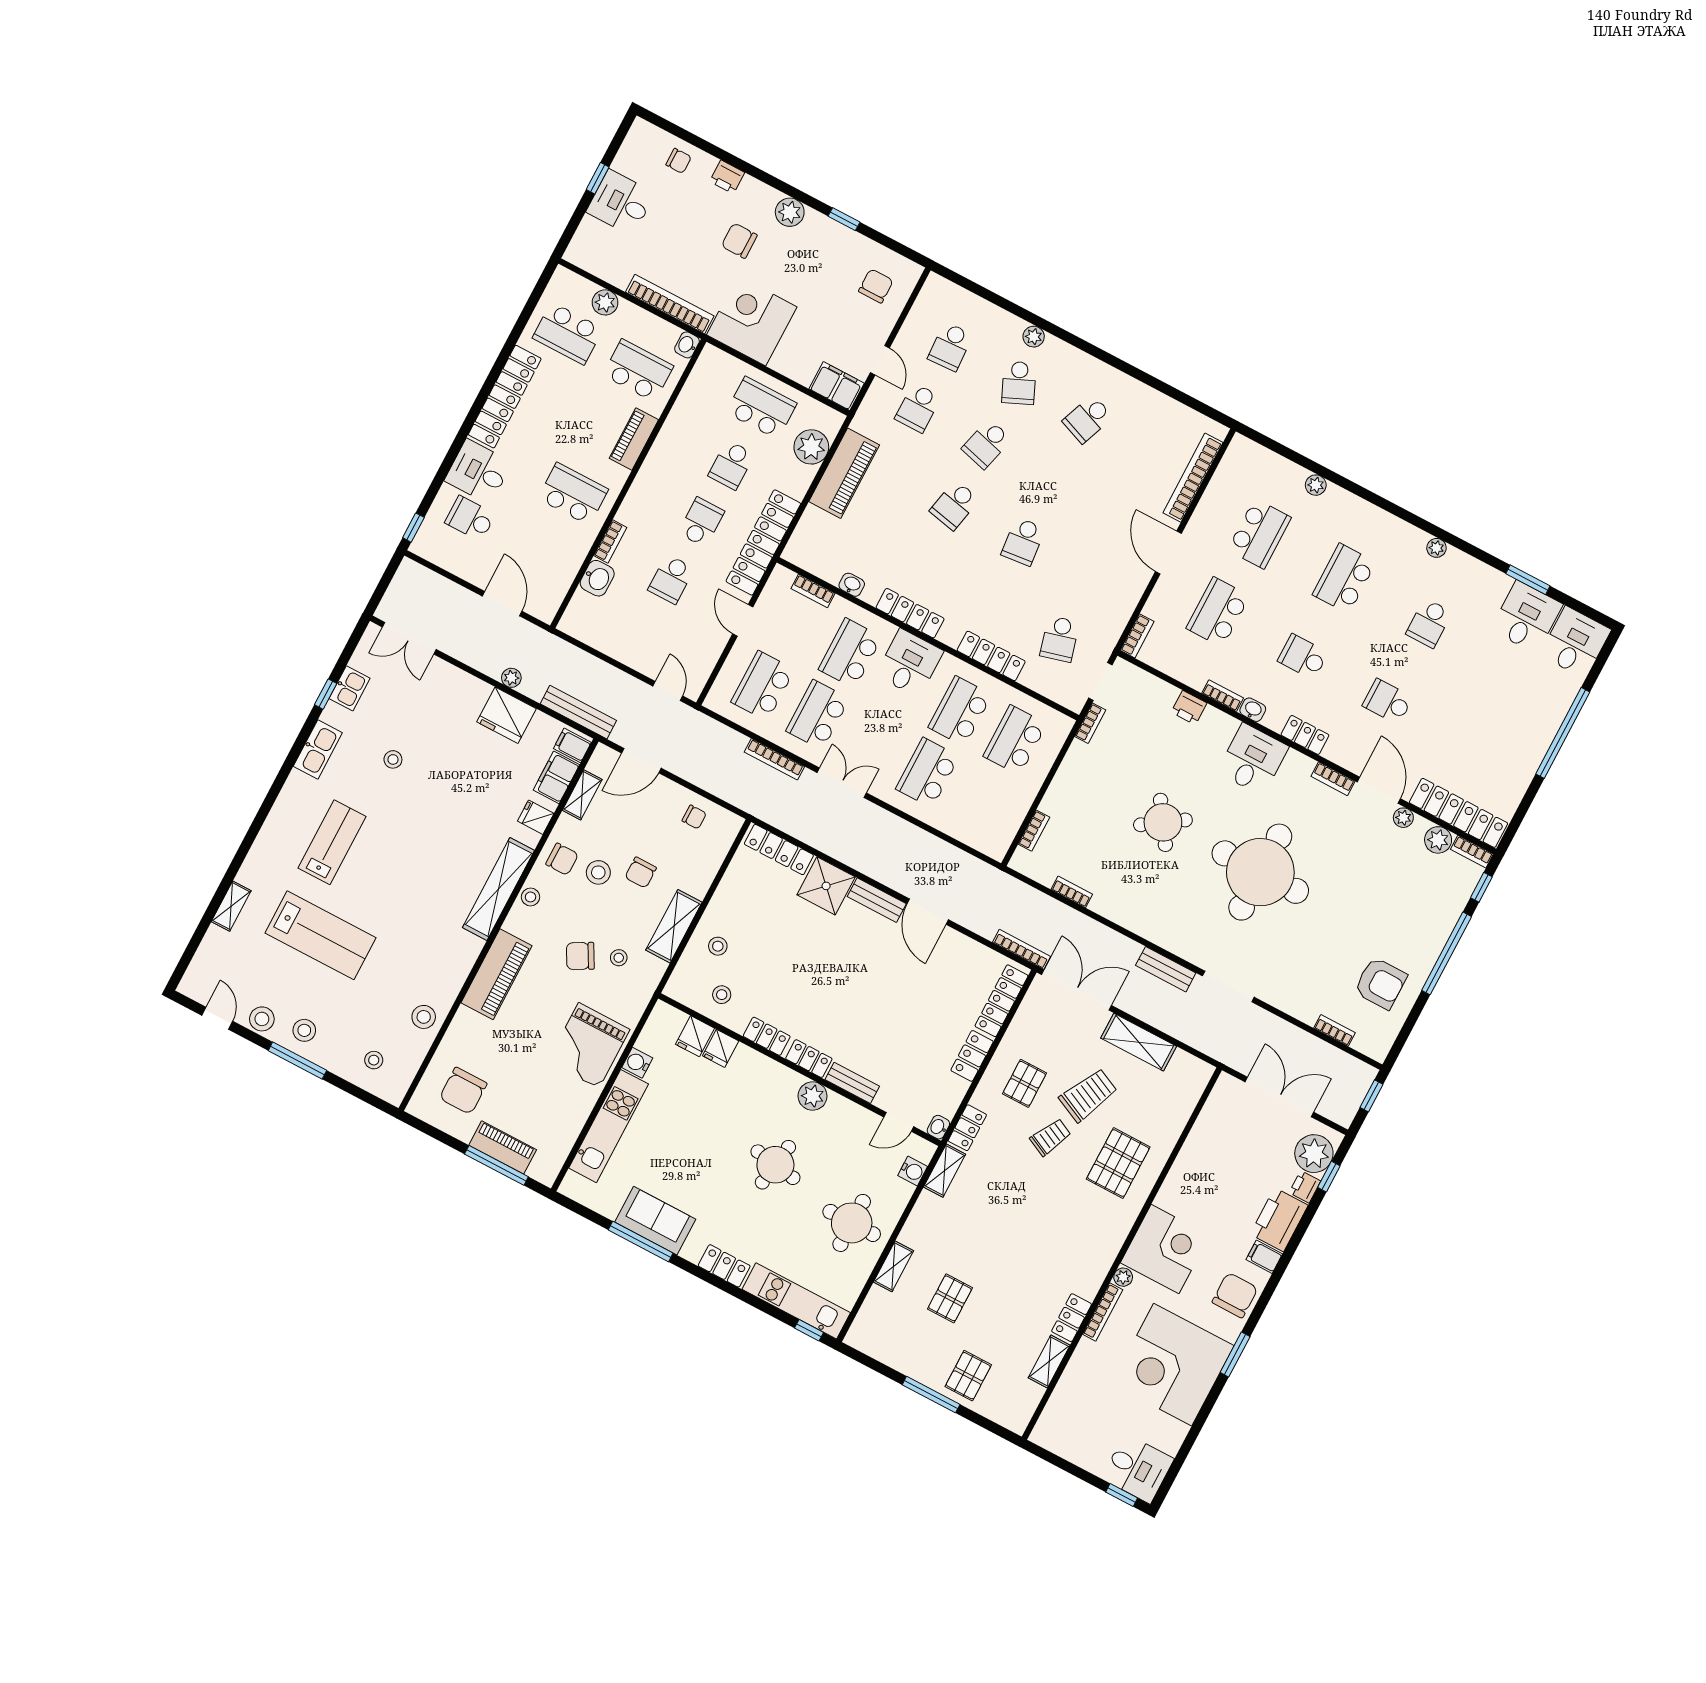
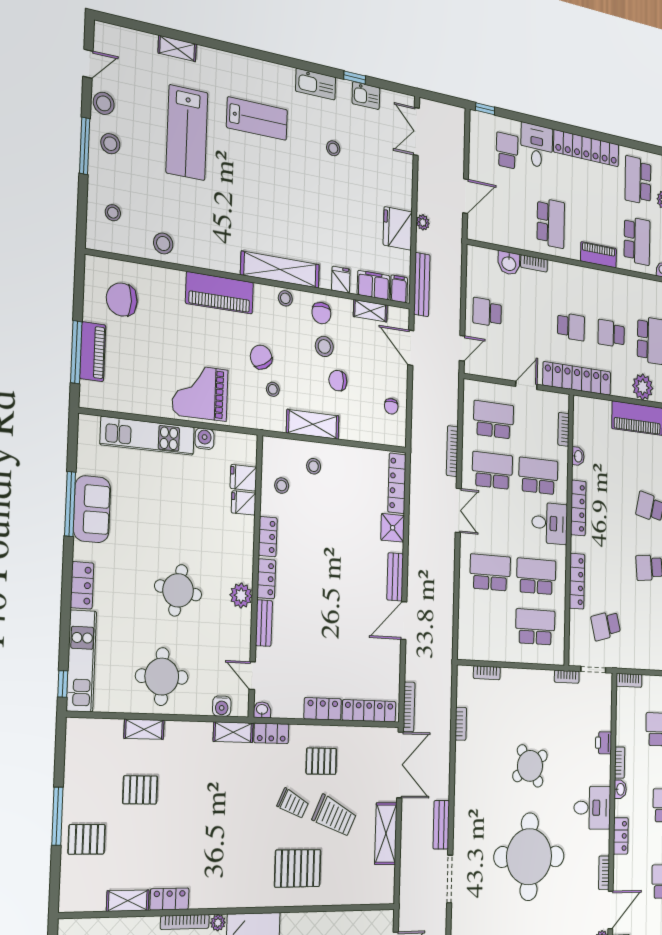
school desk: (671, 579) -> (487, 312), moved
shower: (826, 886) -> (393, 528), width x0.73, depth x0.73

